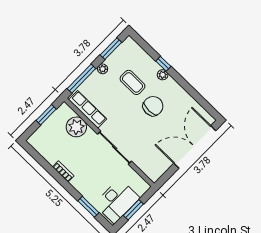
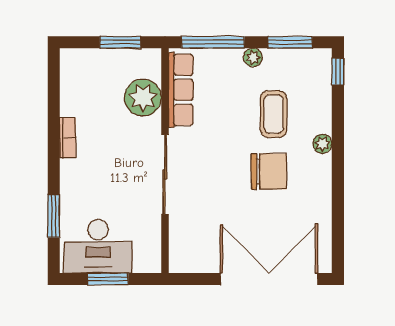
window: (163, 64) -> (338, 72), moved

